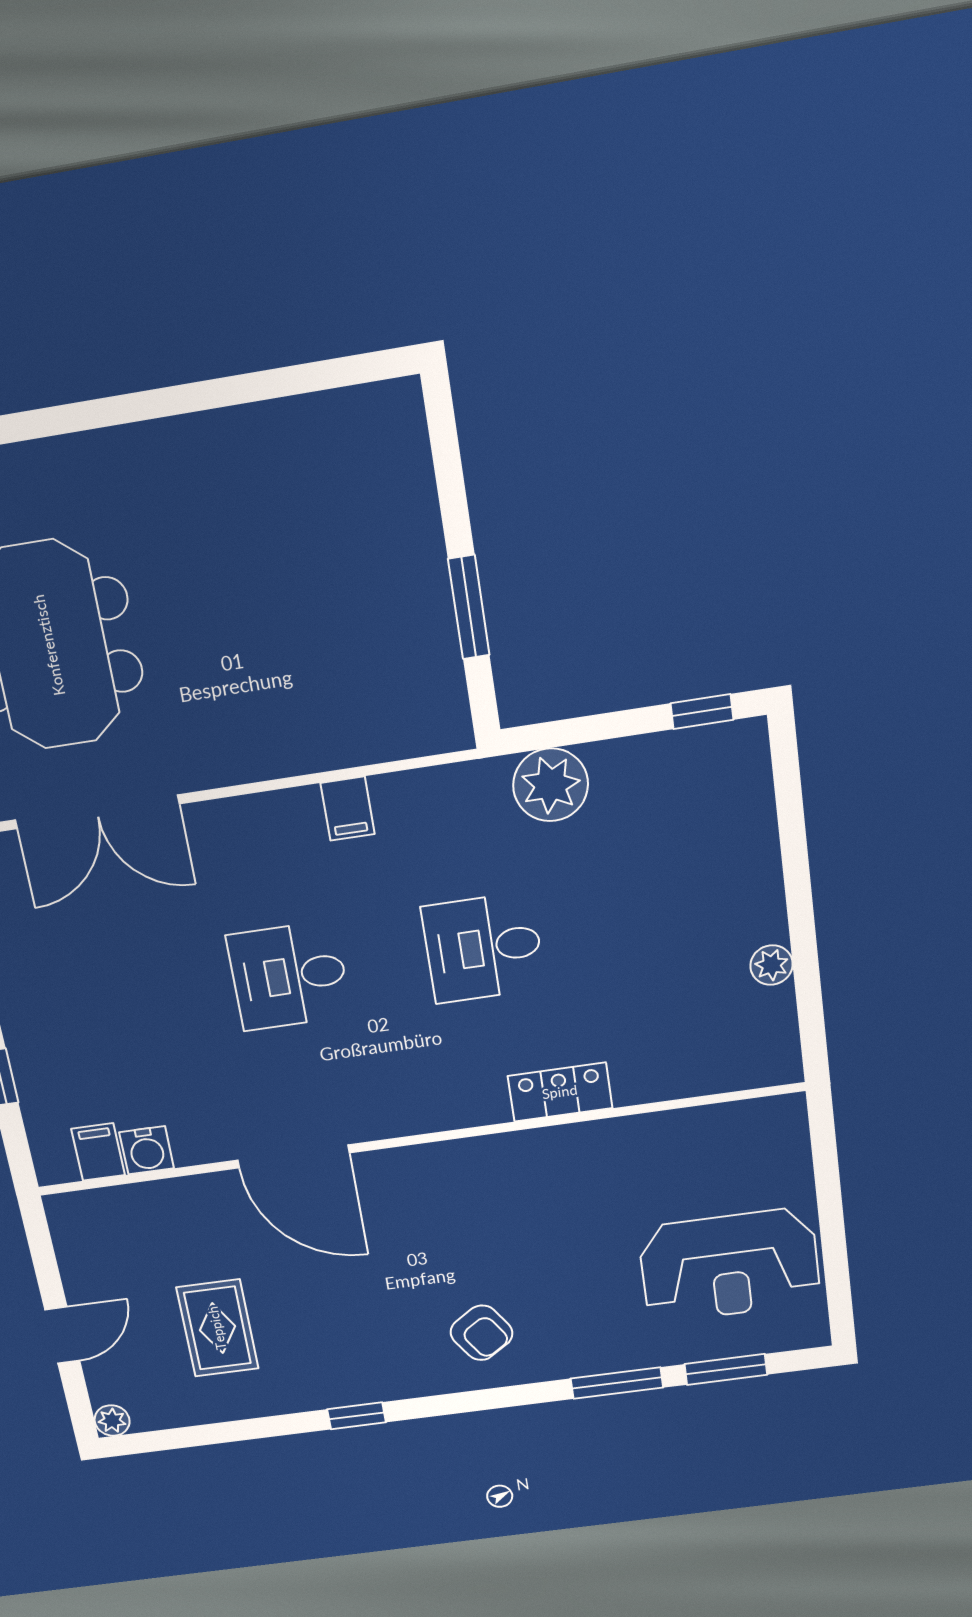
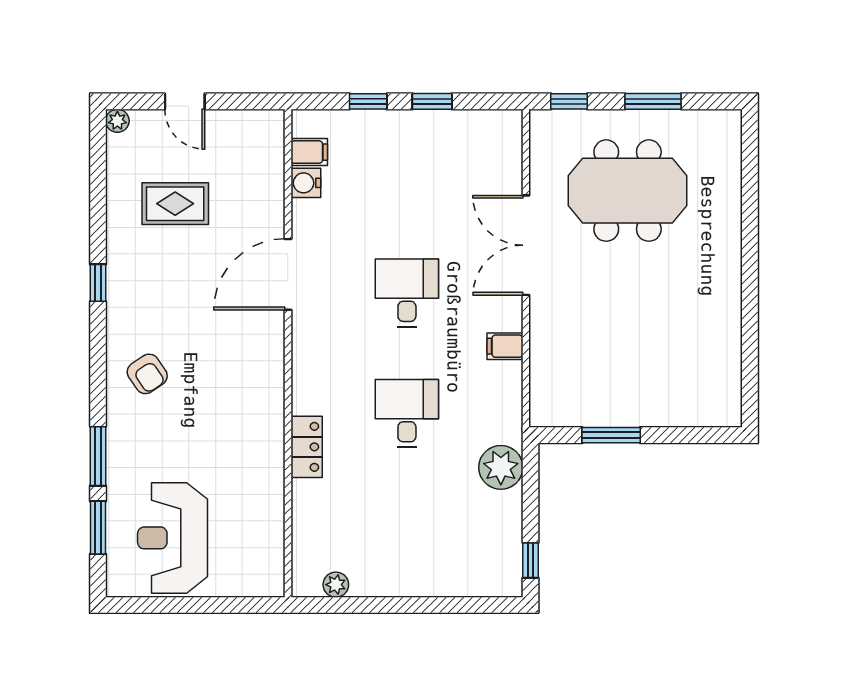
double door: (97, 812) -> (526, 245), moved
plant: (772, 965) -> (336, 585), moved
armchair: (482, 1333) -> (147, 374), turned -90

